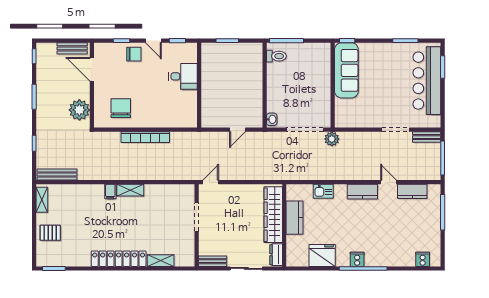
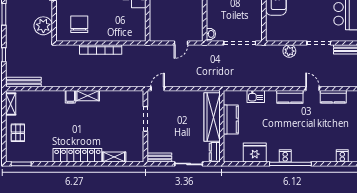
plant: (332, 139) -> (289, 51), moved
pallet: (50, 233) -> (18, 133), turned 90

